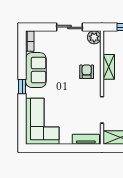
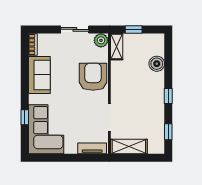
shelving: (109, 67) -> (117, 47), moved
armchair: (87, 72) -> (93, 77), width x1.88, depth x1.88
window: (22, 87) -> (25, 117), moved

